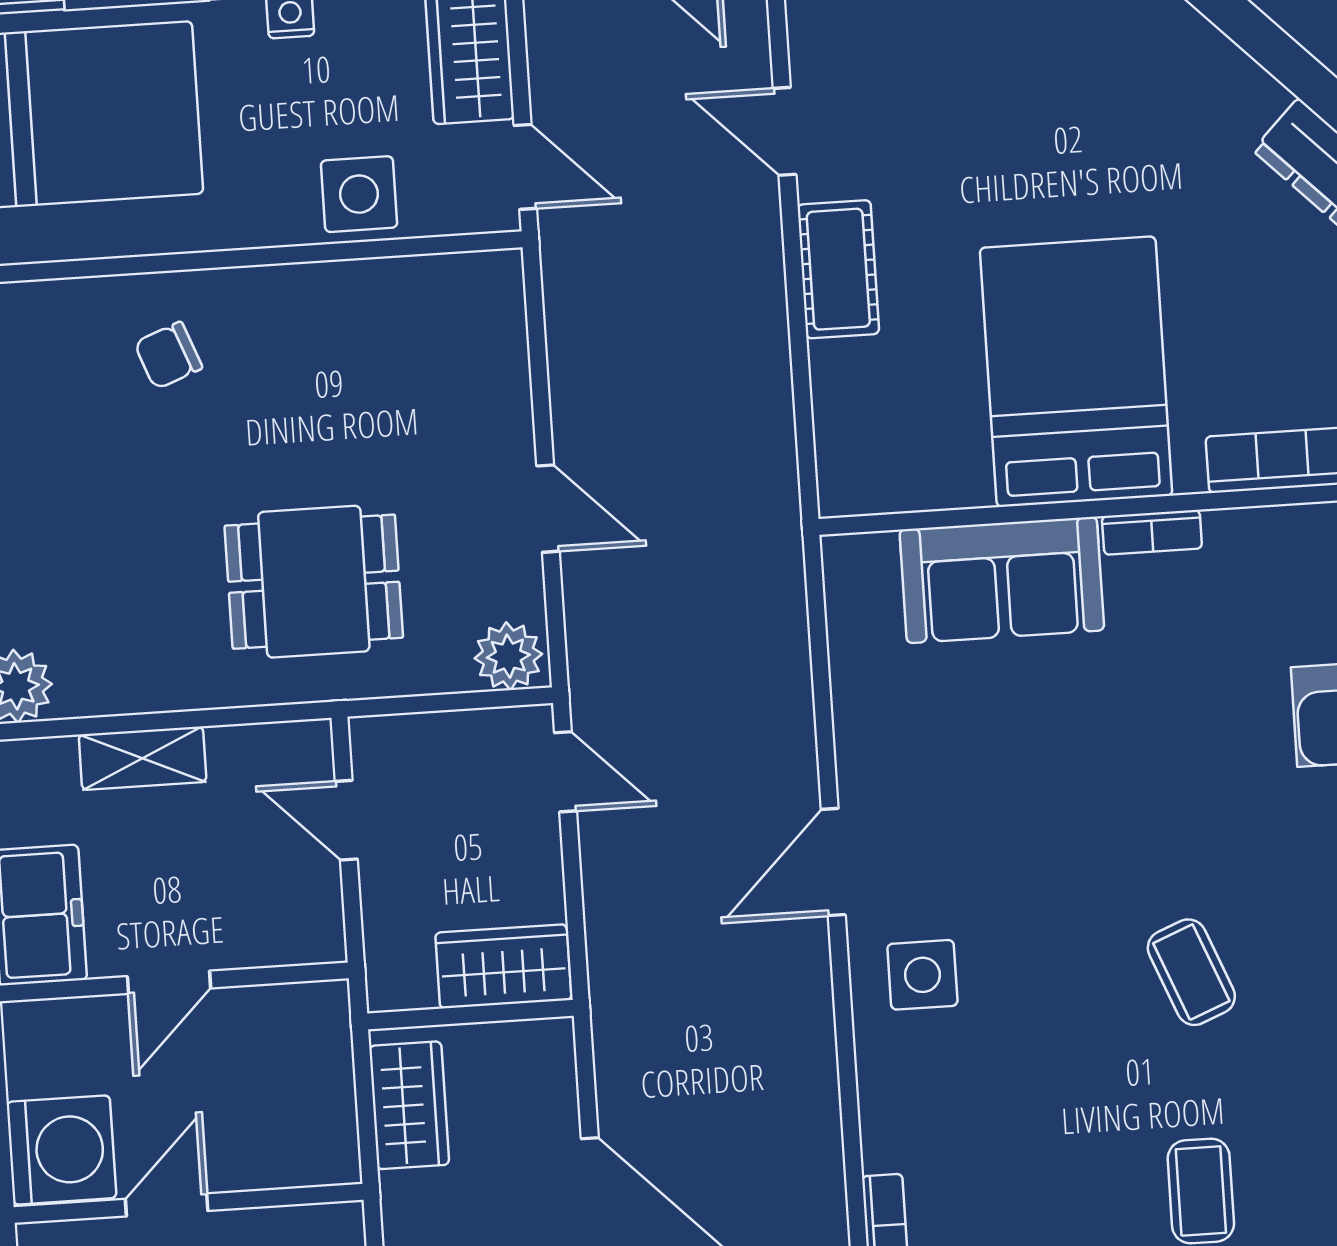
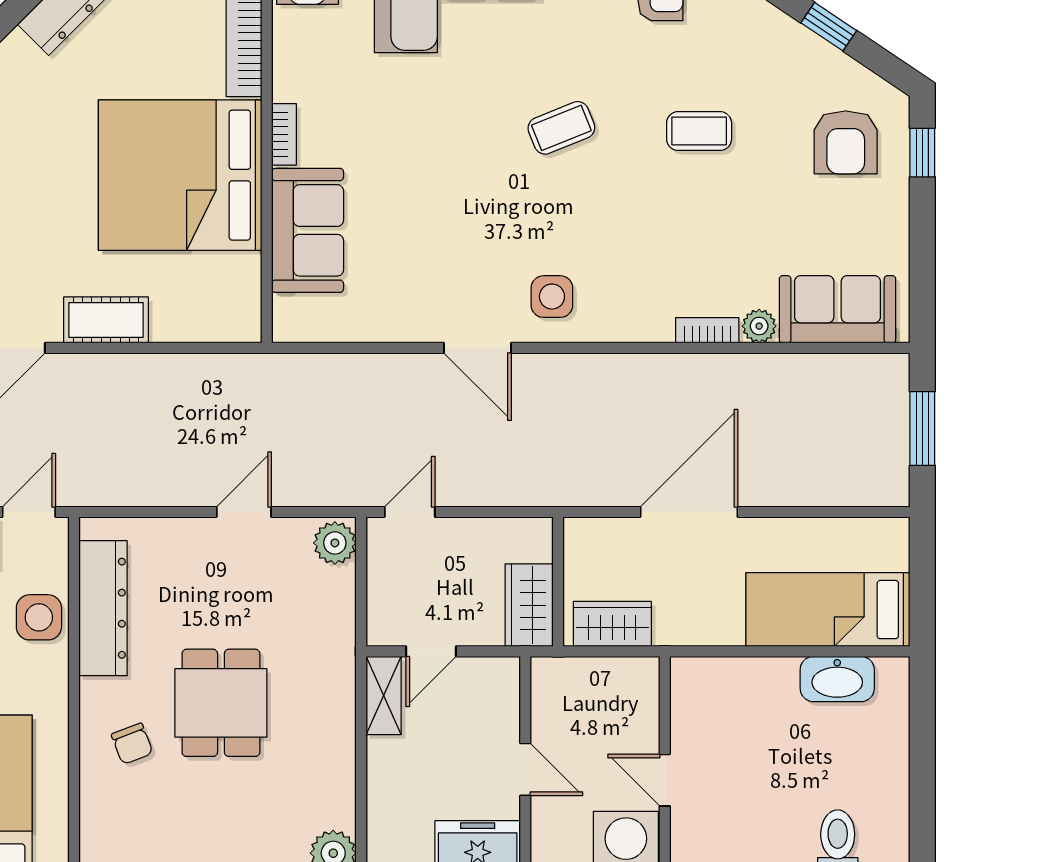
dresser: (380, 295) -> (103, 608), added
bed: (1076, 372) -> (180, 175), width x1.36
dining table: (314, 582) -> (221, 703), moved
shelving: (143, 758) -> (384, 696), moved
wardrobe: (503, 966) -> (529, 605), moved

